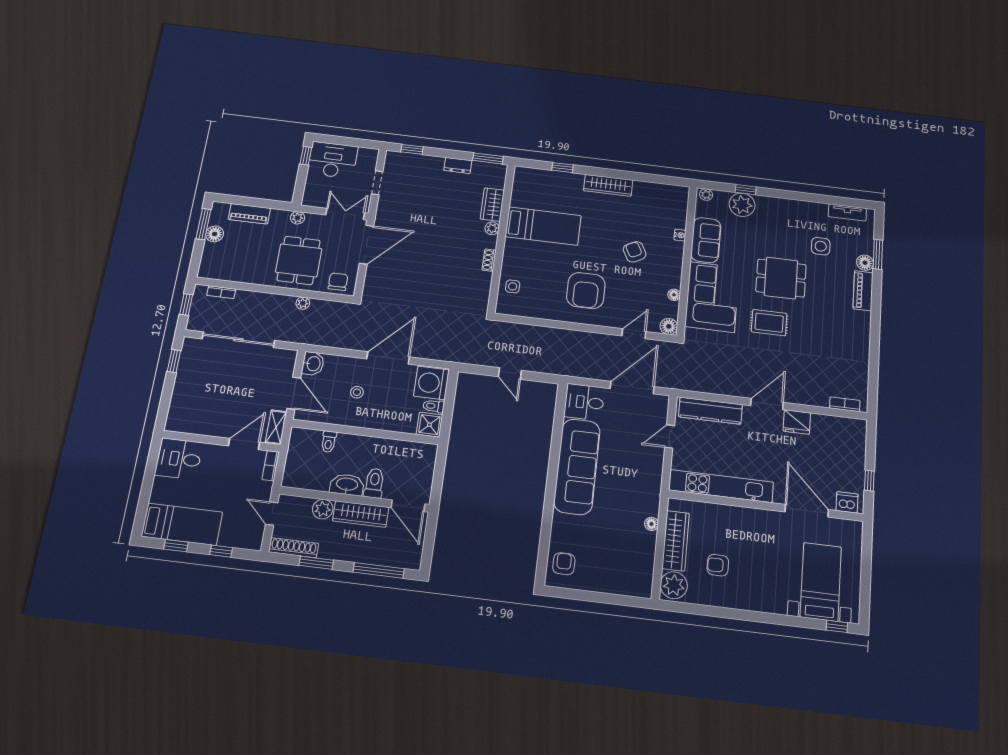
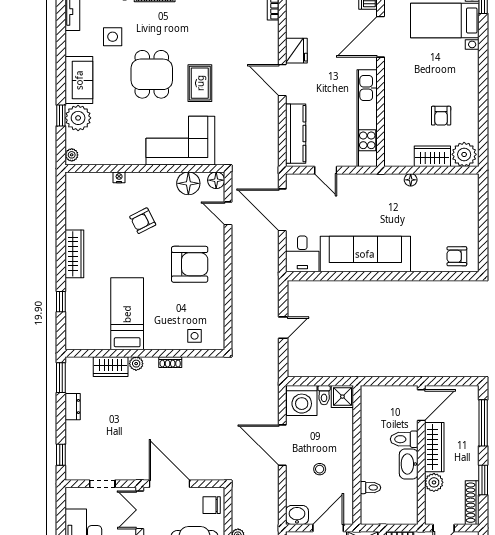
sofa: (706, 240) -> (79, 80), moved, turned 90
floor lamp: (674, 295) -> (188, 183), width x1.89, depth x1.89
wardrobe: (676, 541) -> (432, 156), width x0.67

